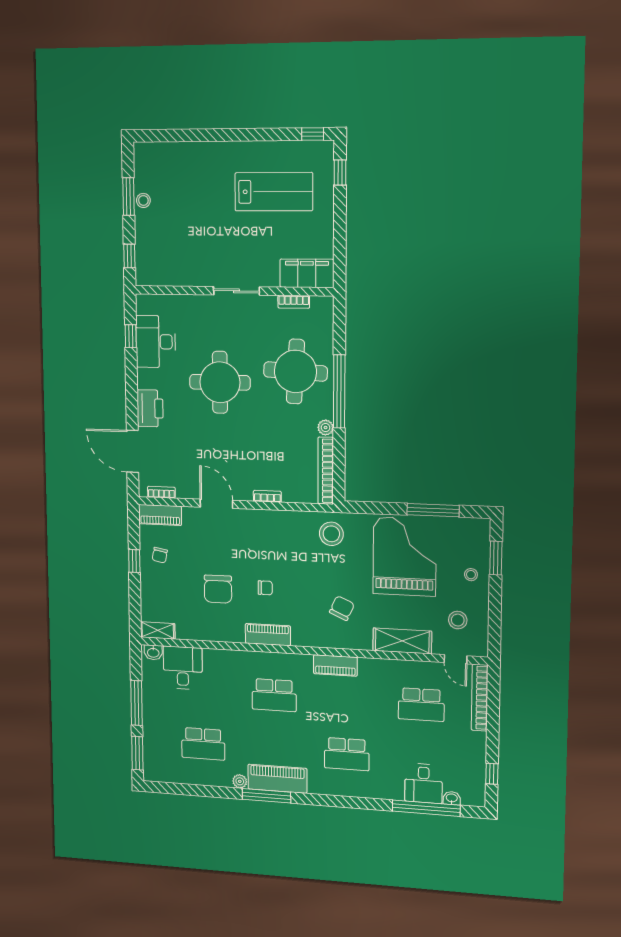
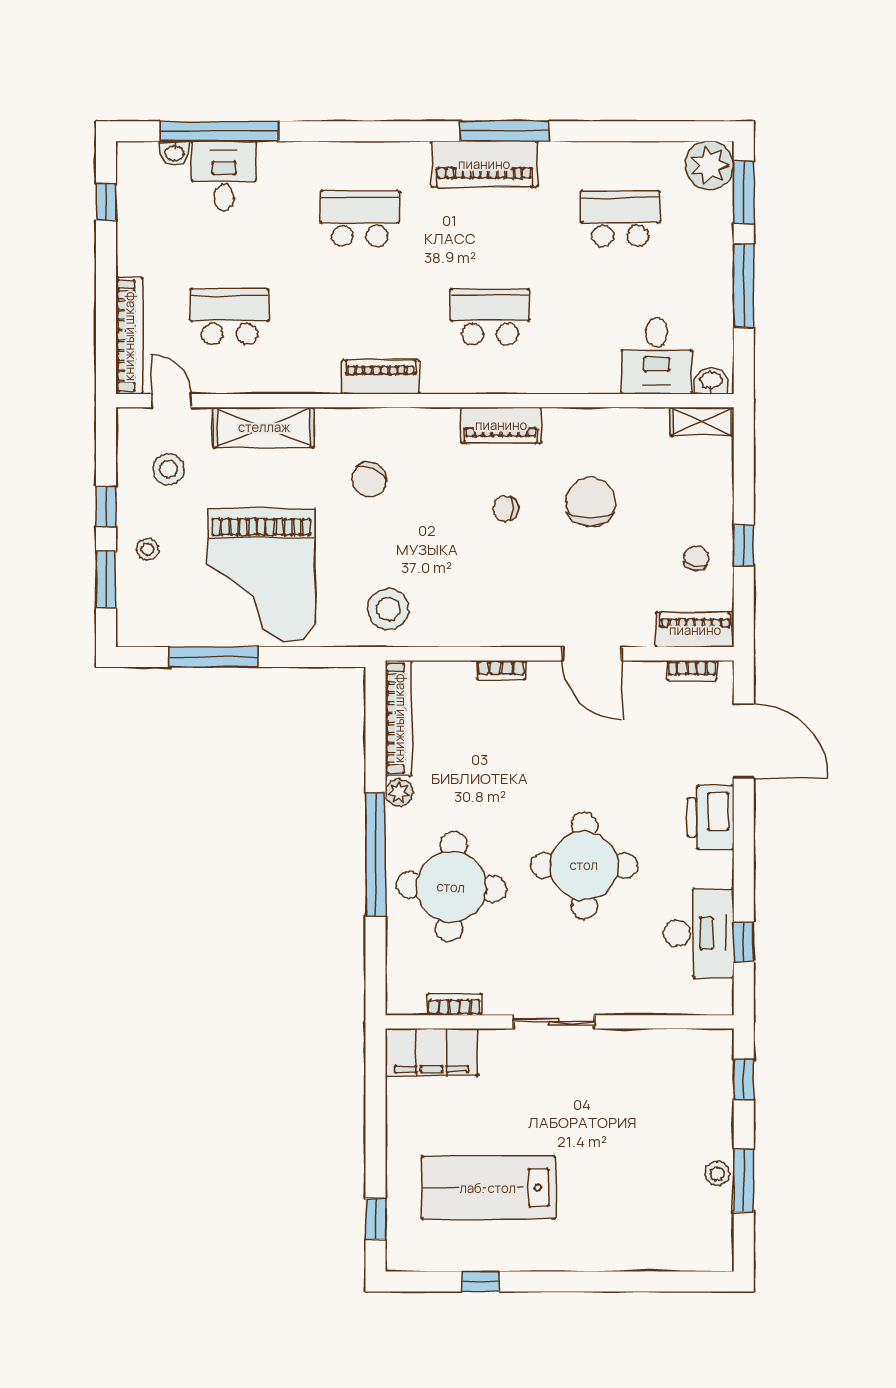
window: (313, 134) -> (480, 1281), moved
window: (495, 601) -> (106, 506), added
plant: (240, 781) -> (709, 165), moved, width x1.88, depth x1.88

